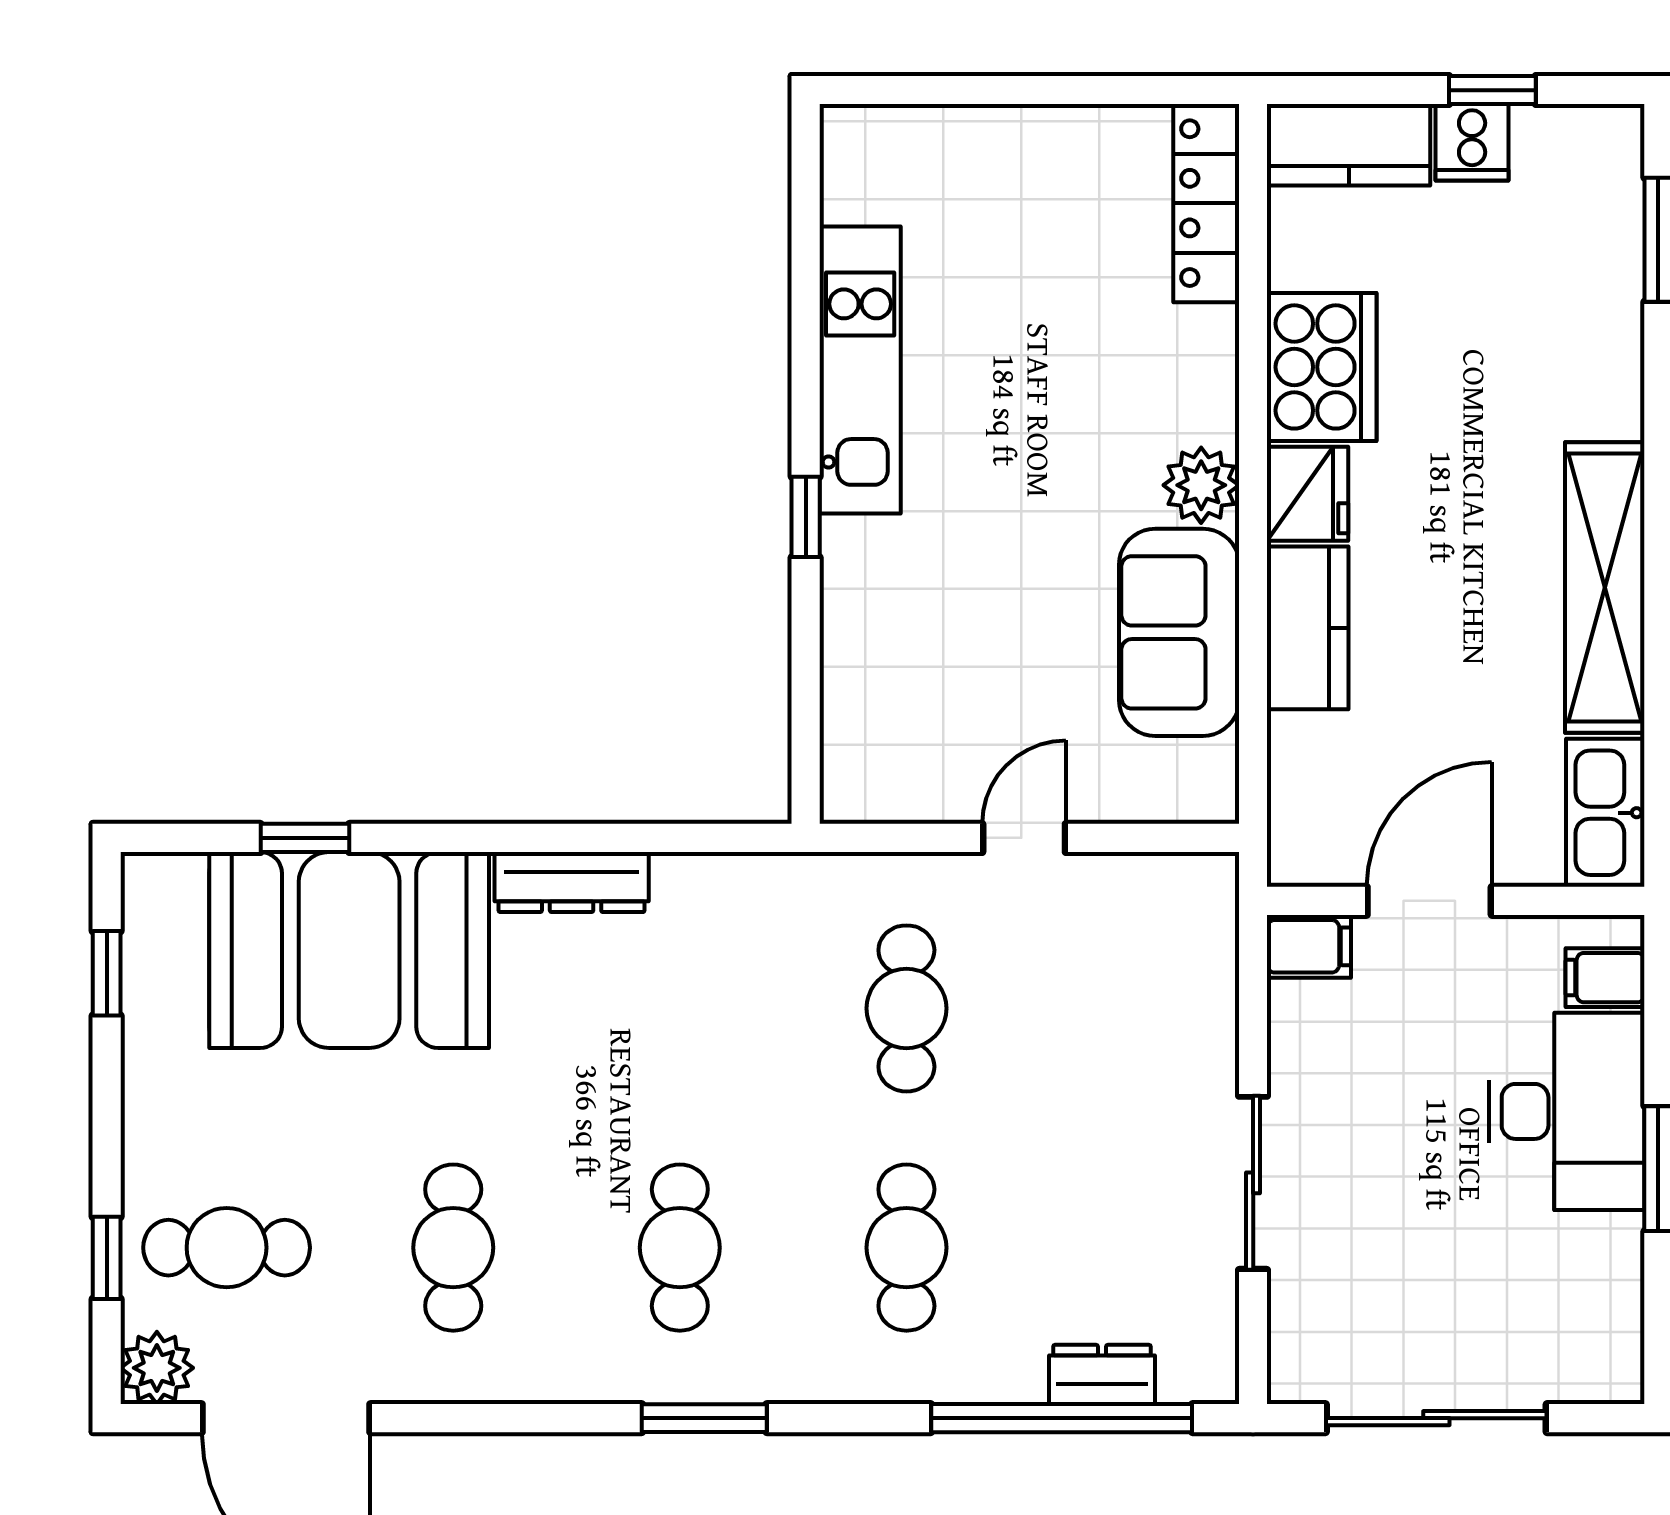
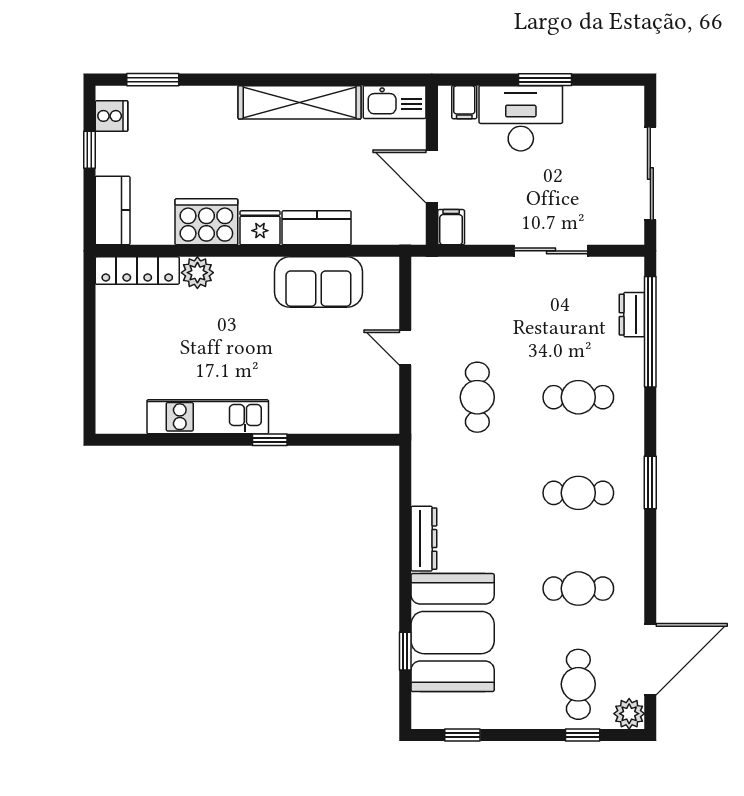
cooker: (1472, 142) -> (112, 116), moved
plant: (1201, 485) -> (197, 273), moved
cafe table: (906, 1008) -> (477, 397), turned 90

